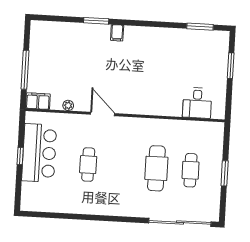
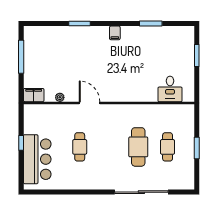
window: (200, 27) -> (151, 24), moved
filing cabinet: (117, 33) -> (115, 33), moved
window: (25, 70) -> (21, 57), moved
bar counter: (39, 153) -> (37, 159), moved
sliding door: (180, 222) -> (141, 192), moved

